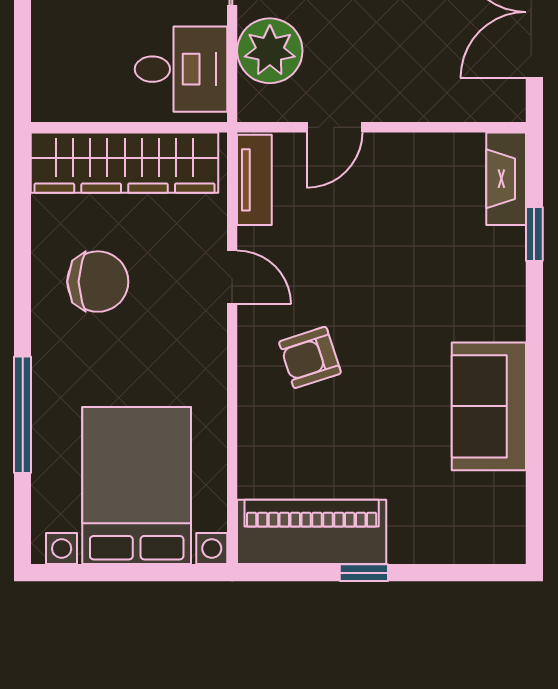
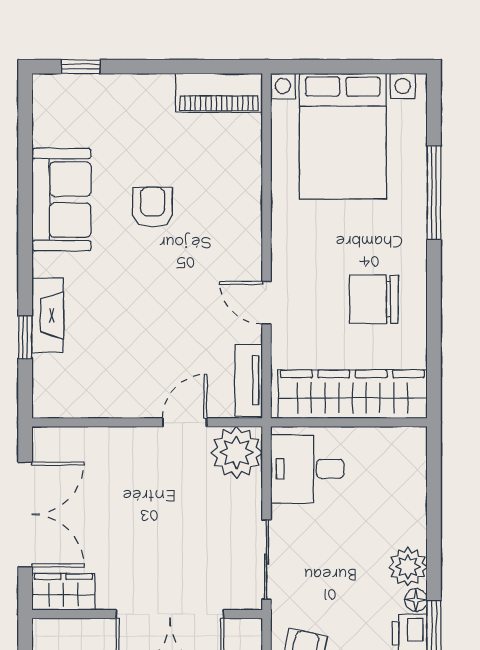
plant: (270, 51) -> (236, 452), moved
fireplace: (506, 179) -> (48, 315), moved
armchair: (310, 357) -> (153, 207), moved, turned -72
piano: (312, 532) -> (219, 93), width x0.73, depth x0.75
window: (364, 573) -> (81, 67), moved

